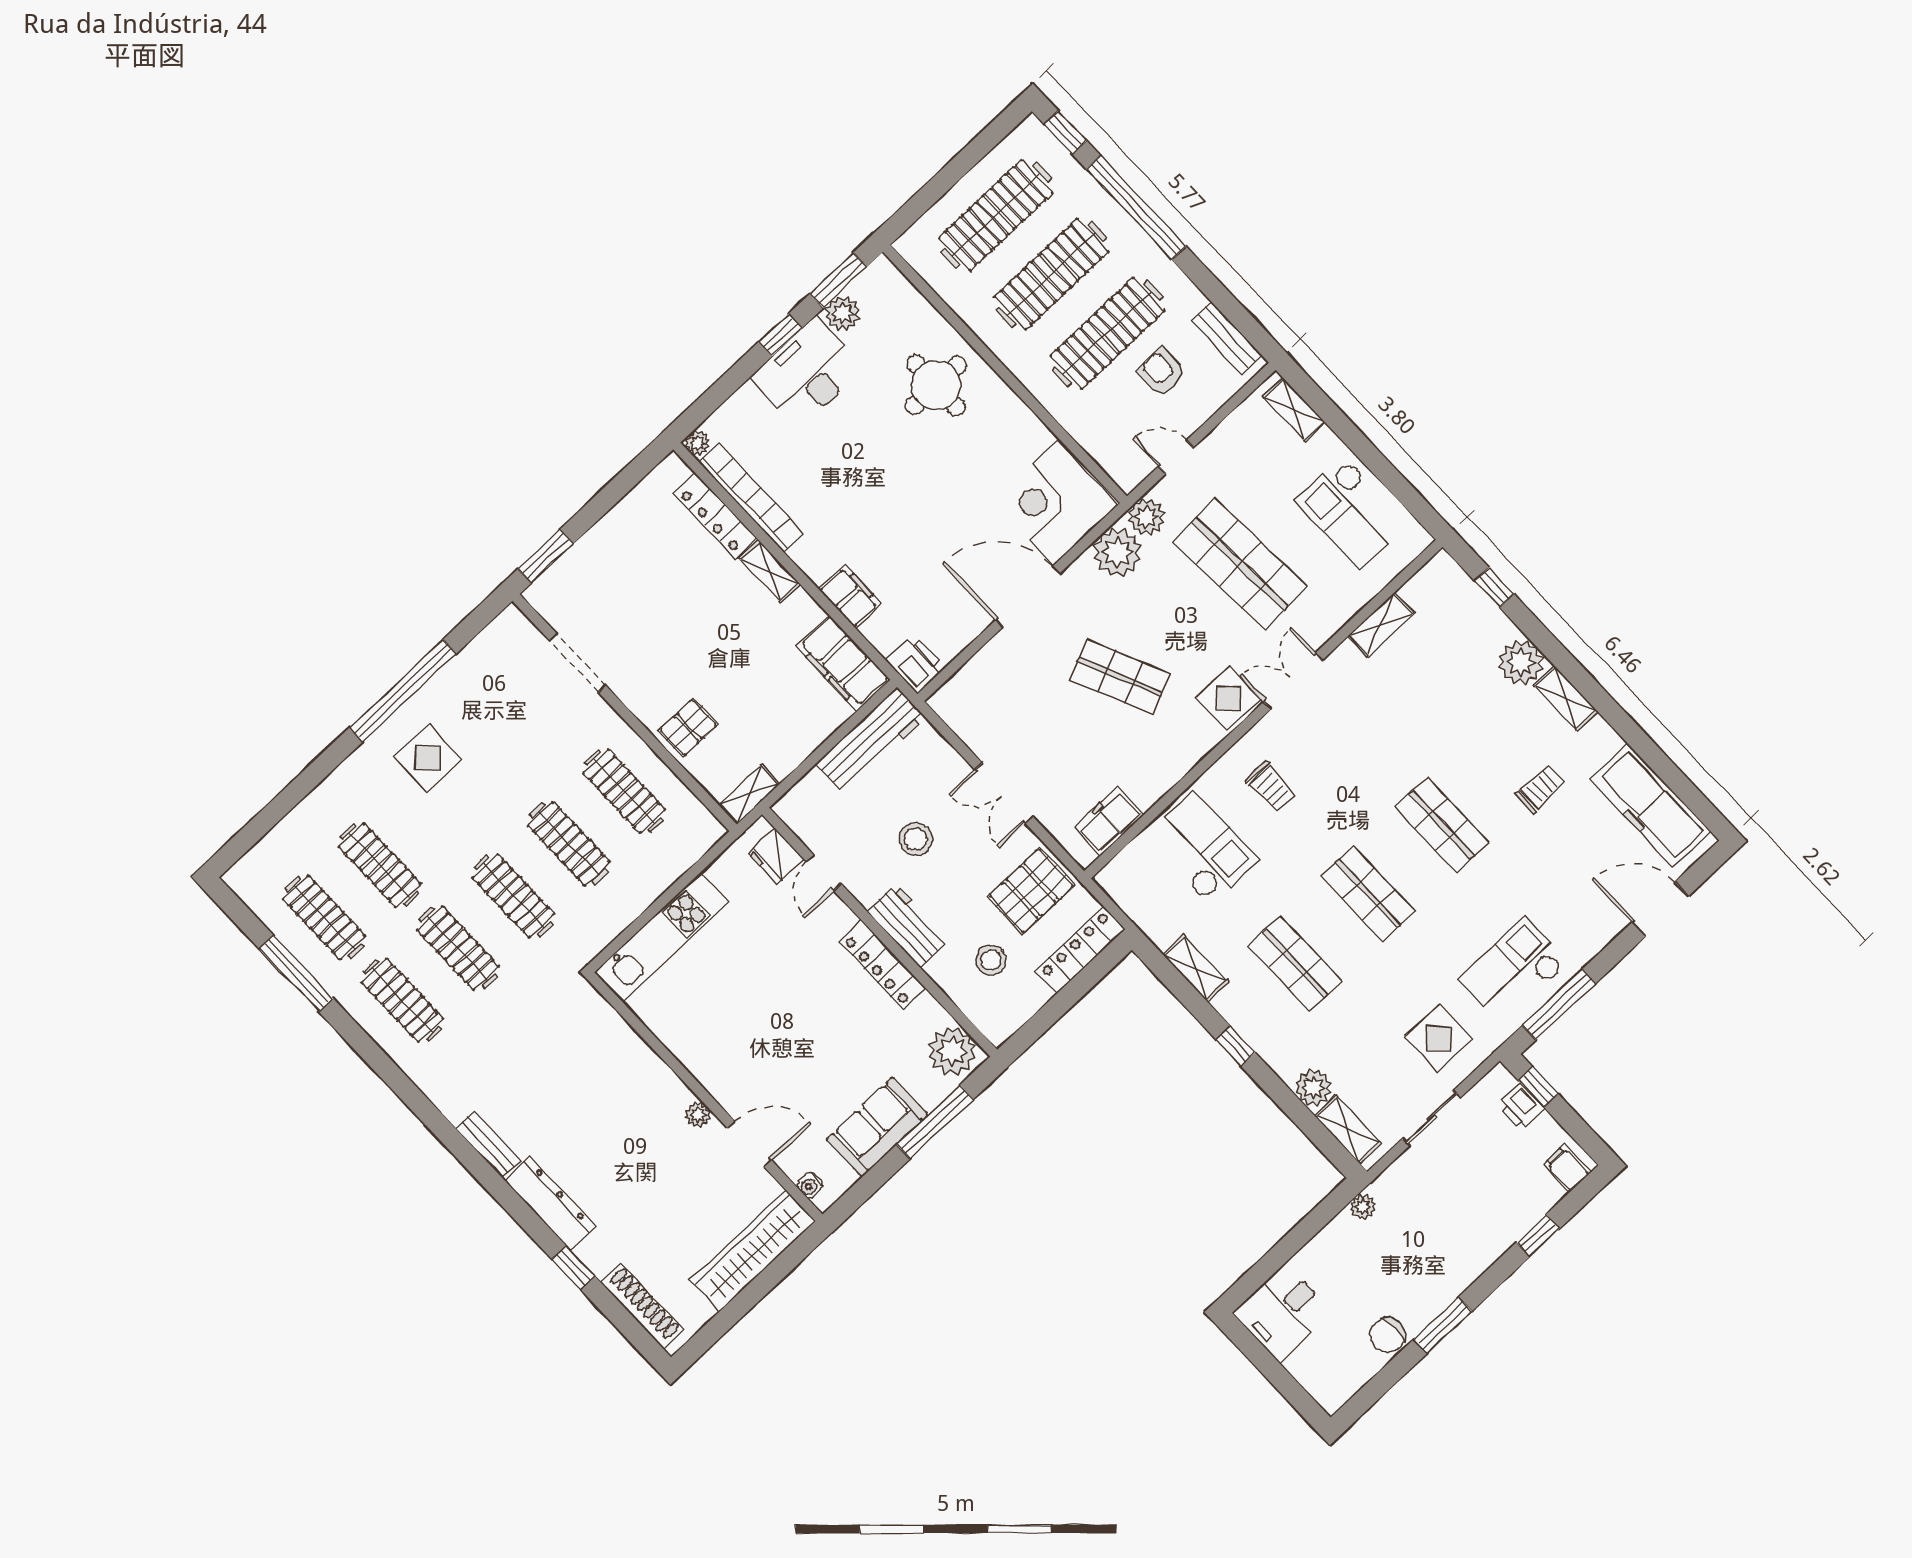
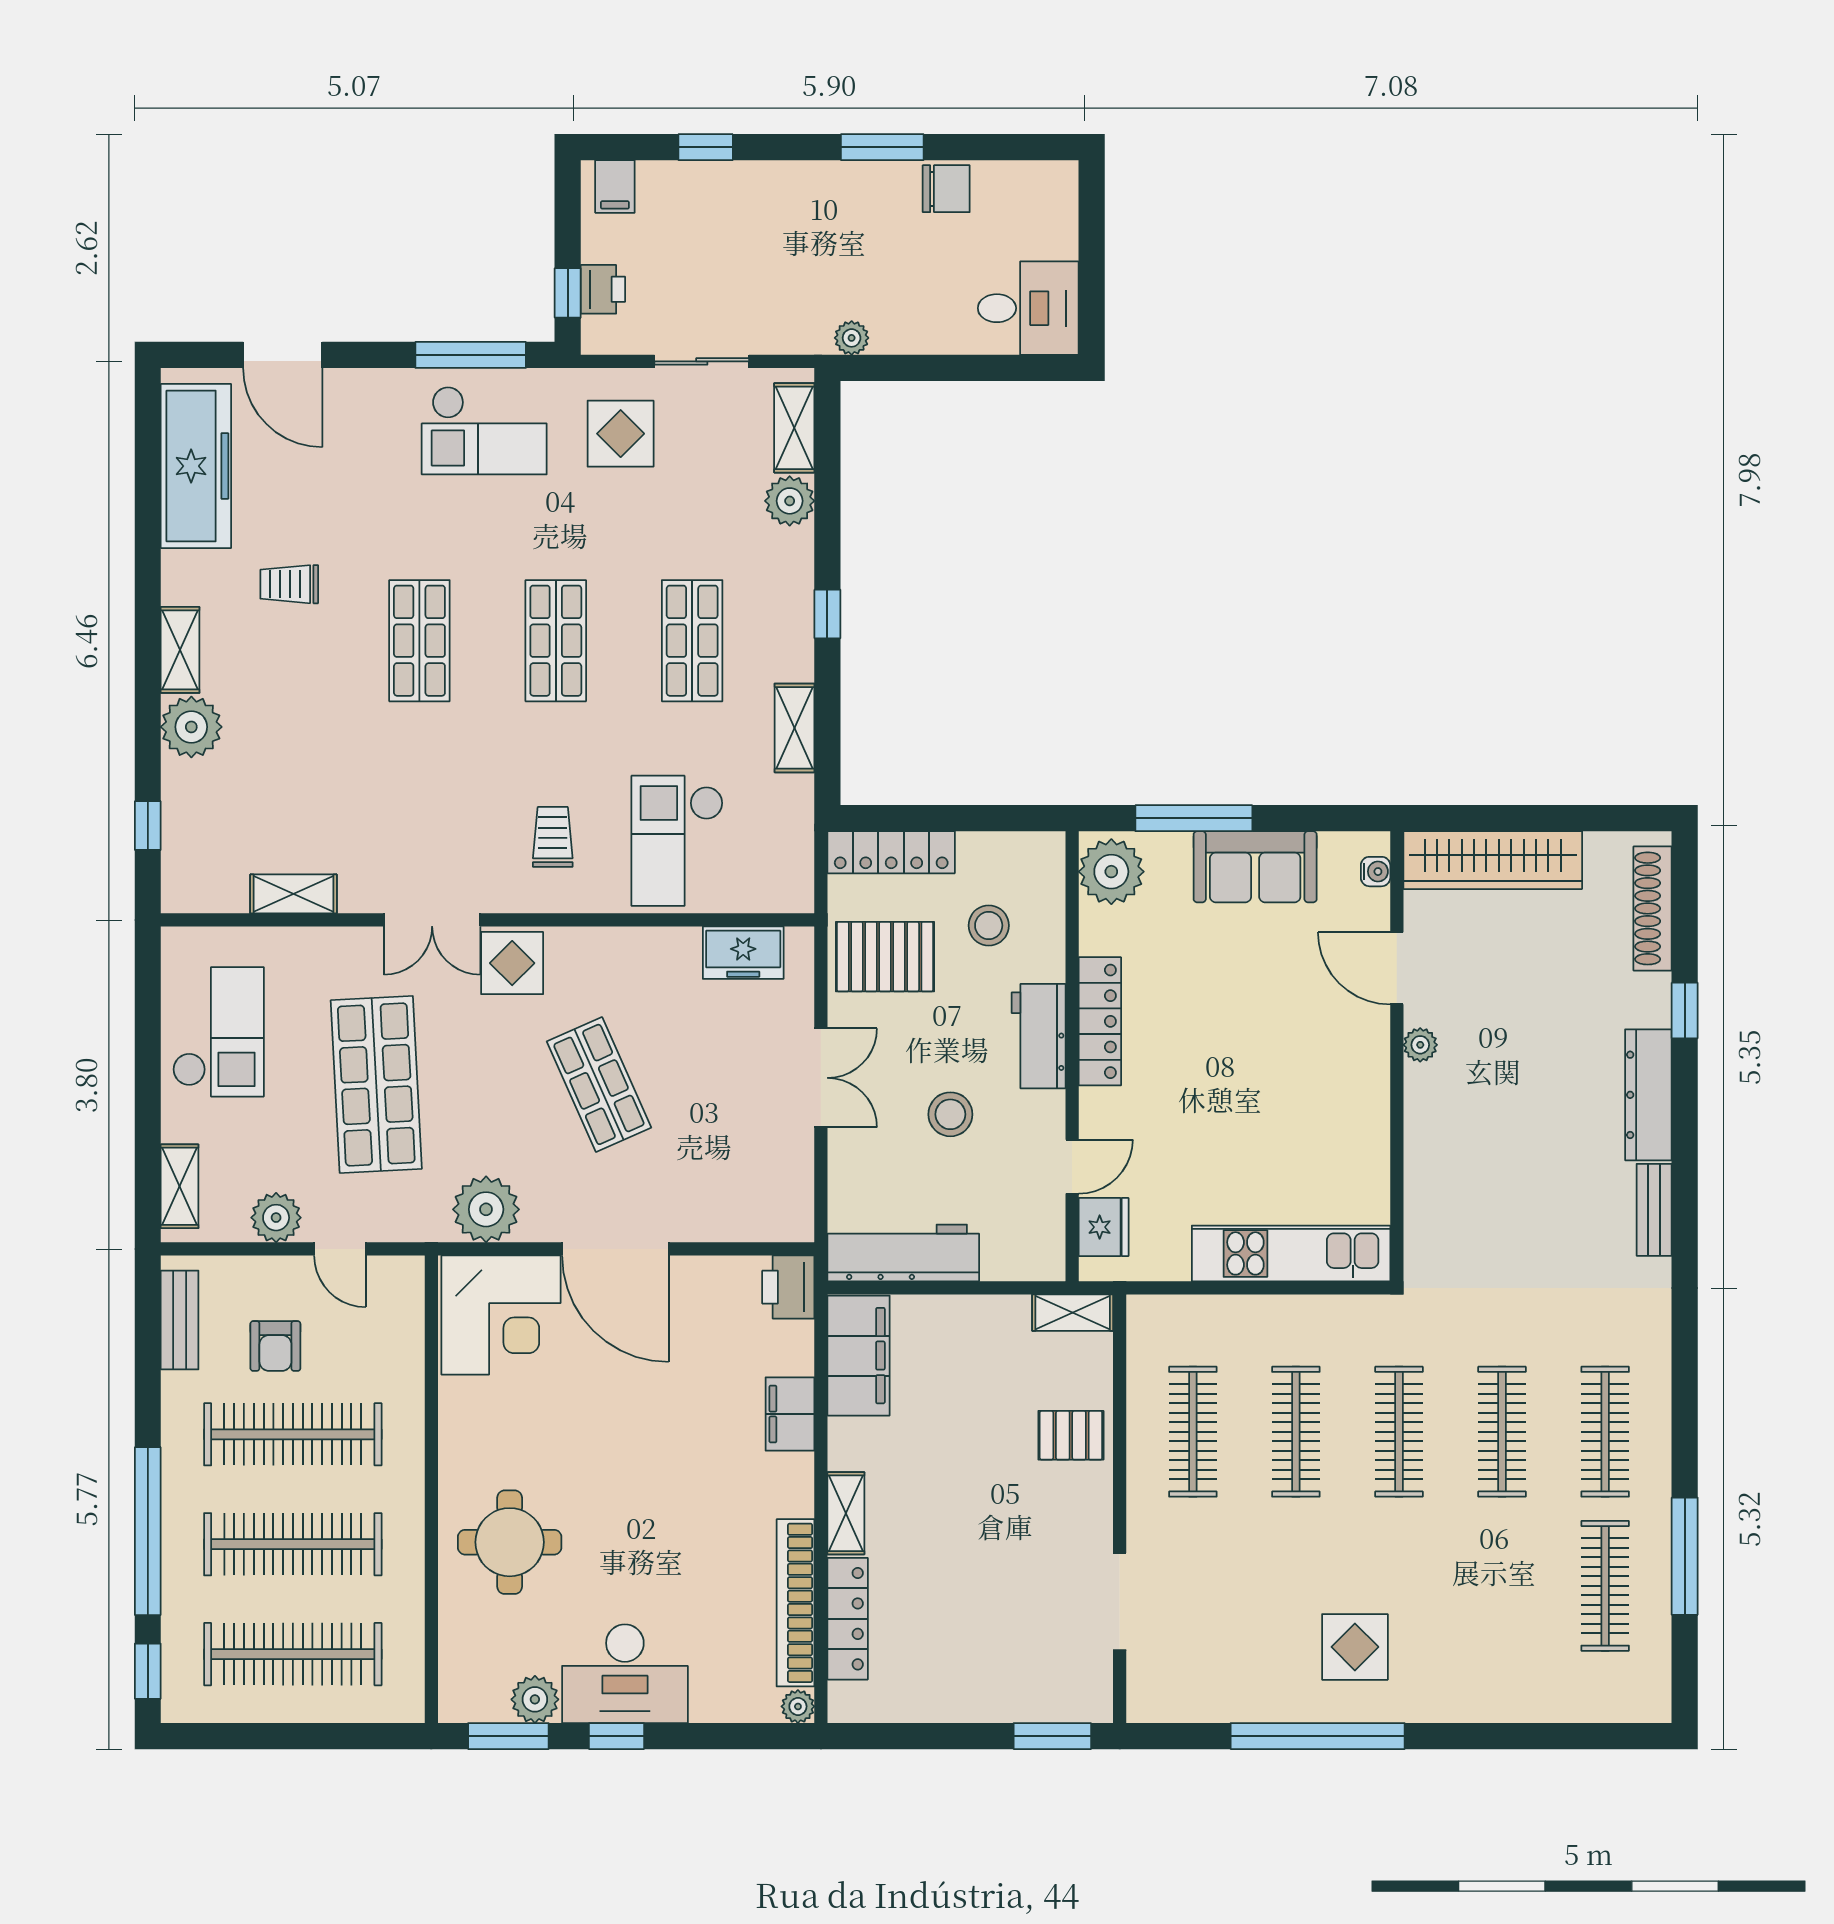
plant: (1146, 517) -> (276, 1218), moved
clothes rail: (380, 865) -> (1502, 1586), removed

